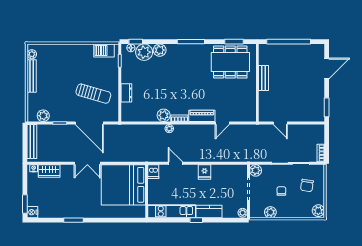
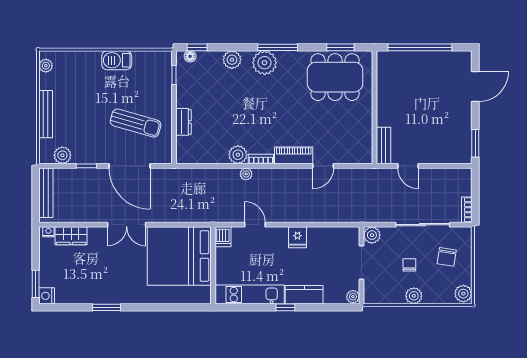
barbecue: (104, 51) -> (117, 60), moved
plant: (144, 52) -> (265, 63), moved
bench: (32, 76) -> (46, 114), moved
bench: (264, 78) -> (384, 146), moved
plant: (270, 212) -> (414, 296), moved

